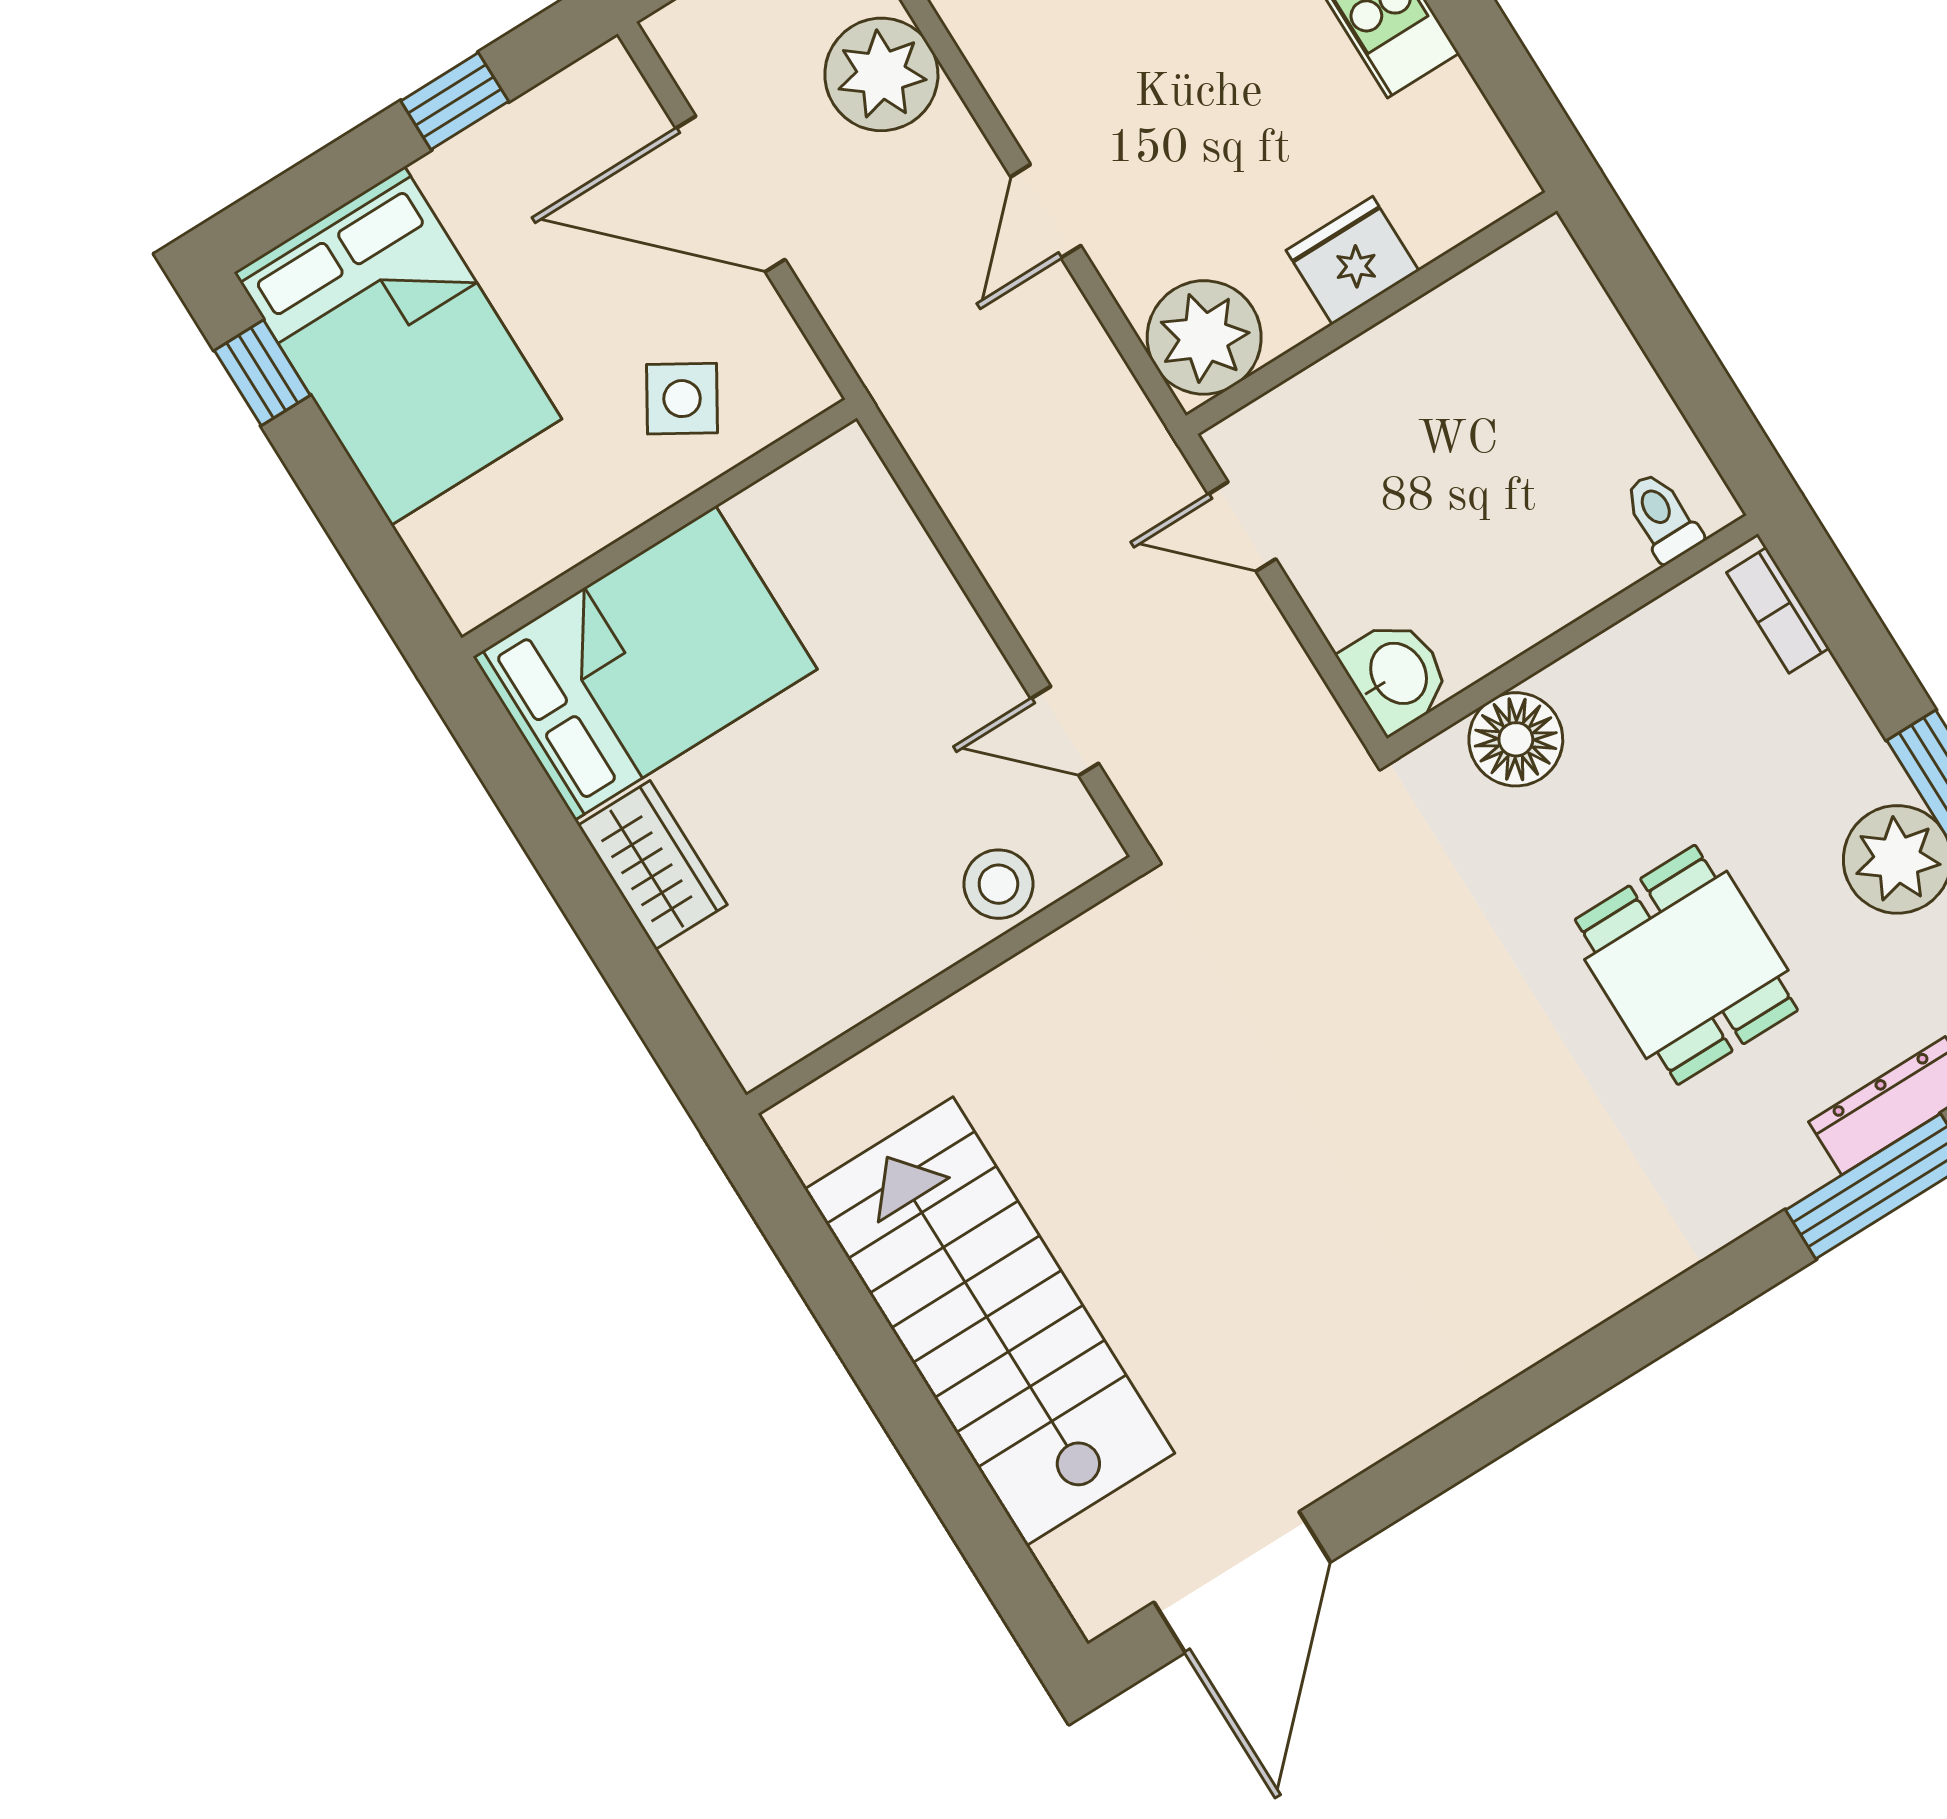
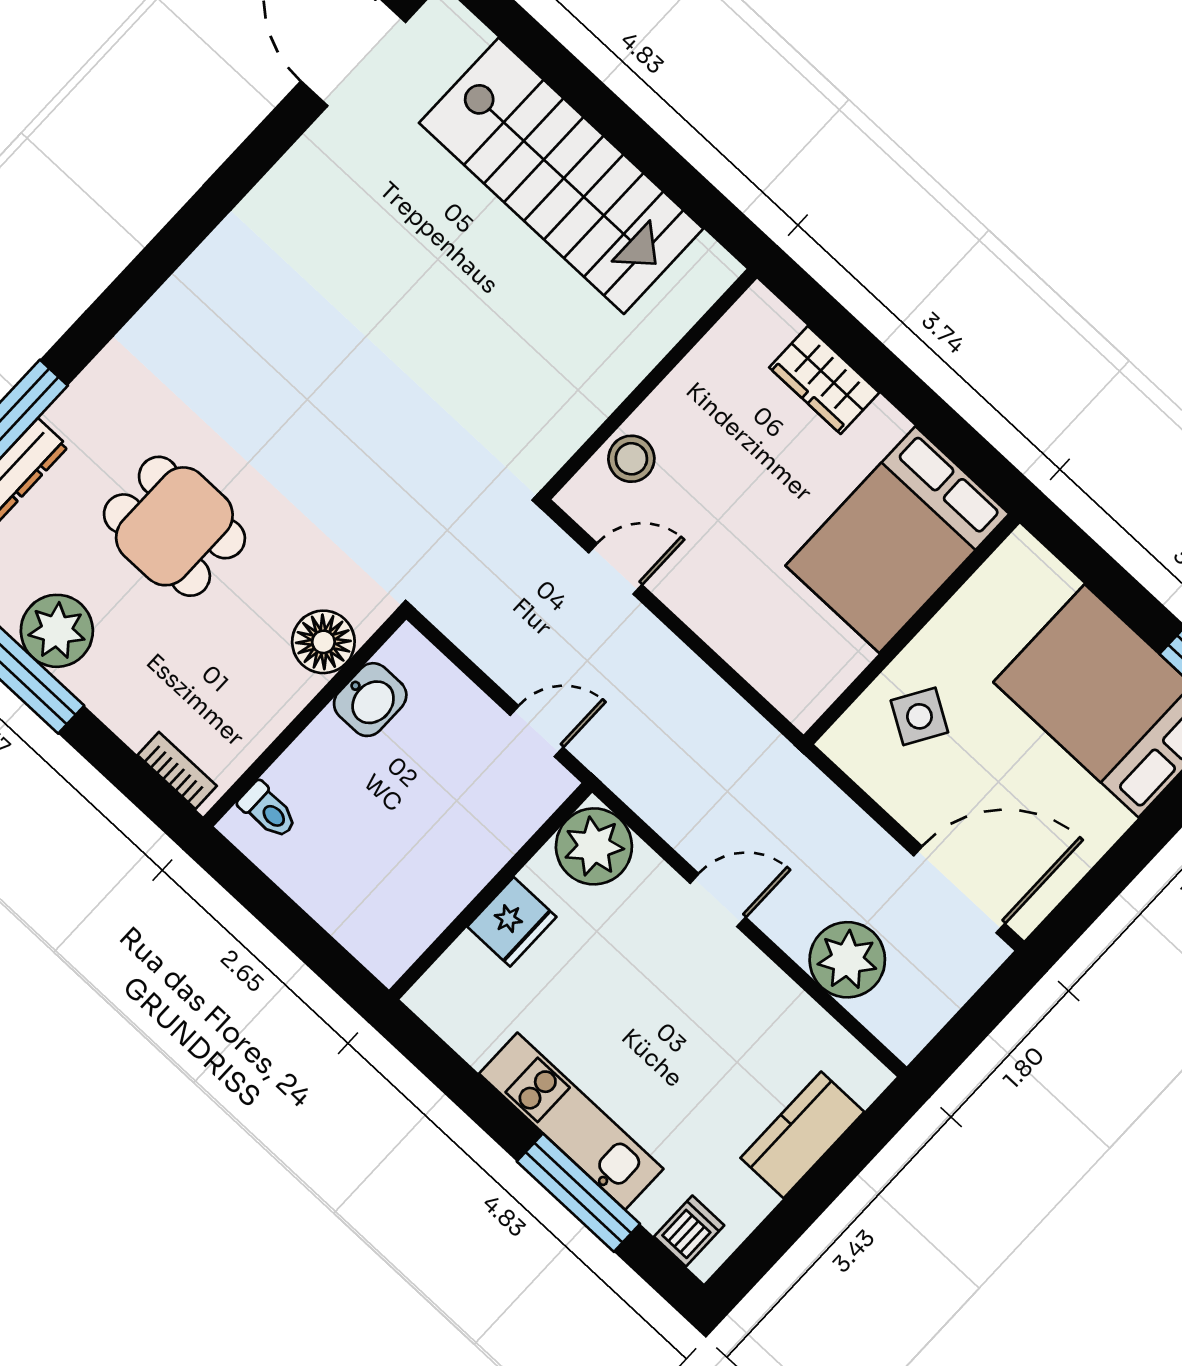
window: (455, 101) -> (1117, 868), removed
door: (730, 194) -> (959, 890), moved
door: (1046, 211) -> (718, 900), hinge flipped
washbasin: (1396, 675) -> (370, 700), moved, turned -90
wardrobe: (653, 865) -> (824, 380), moved

